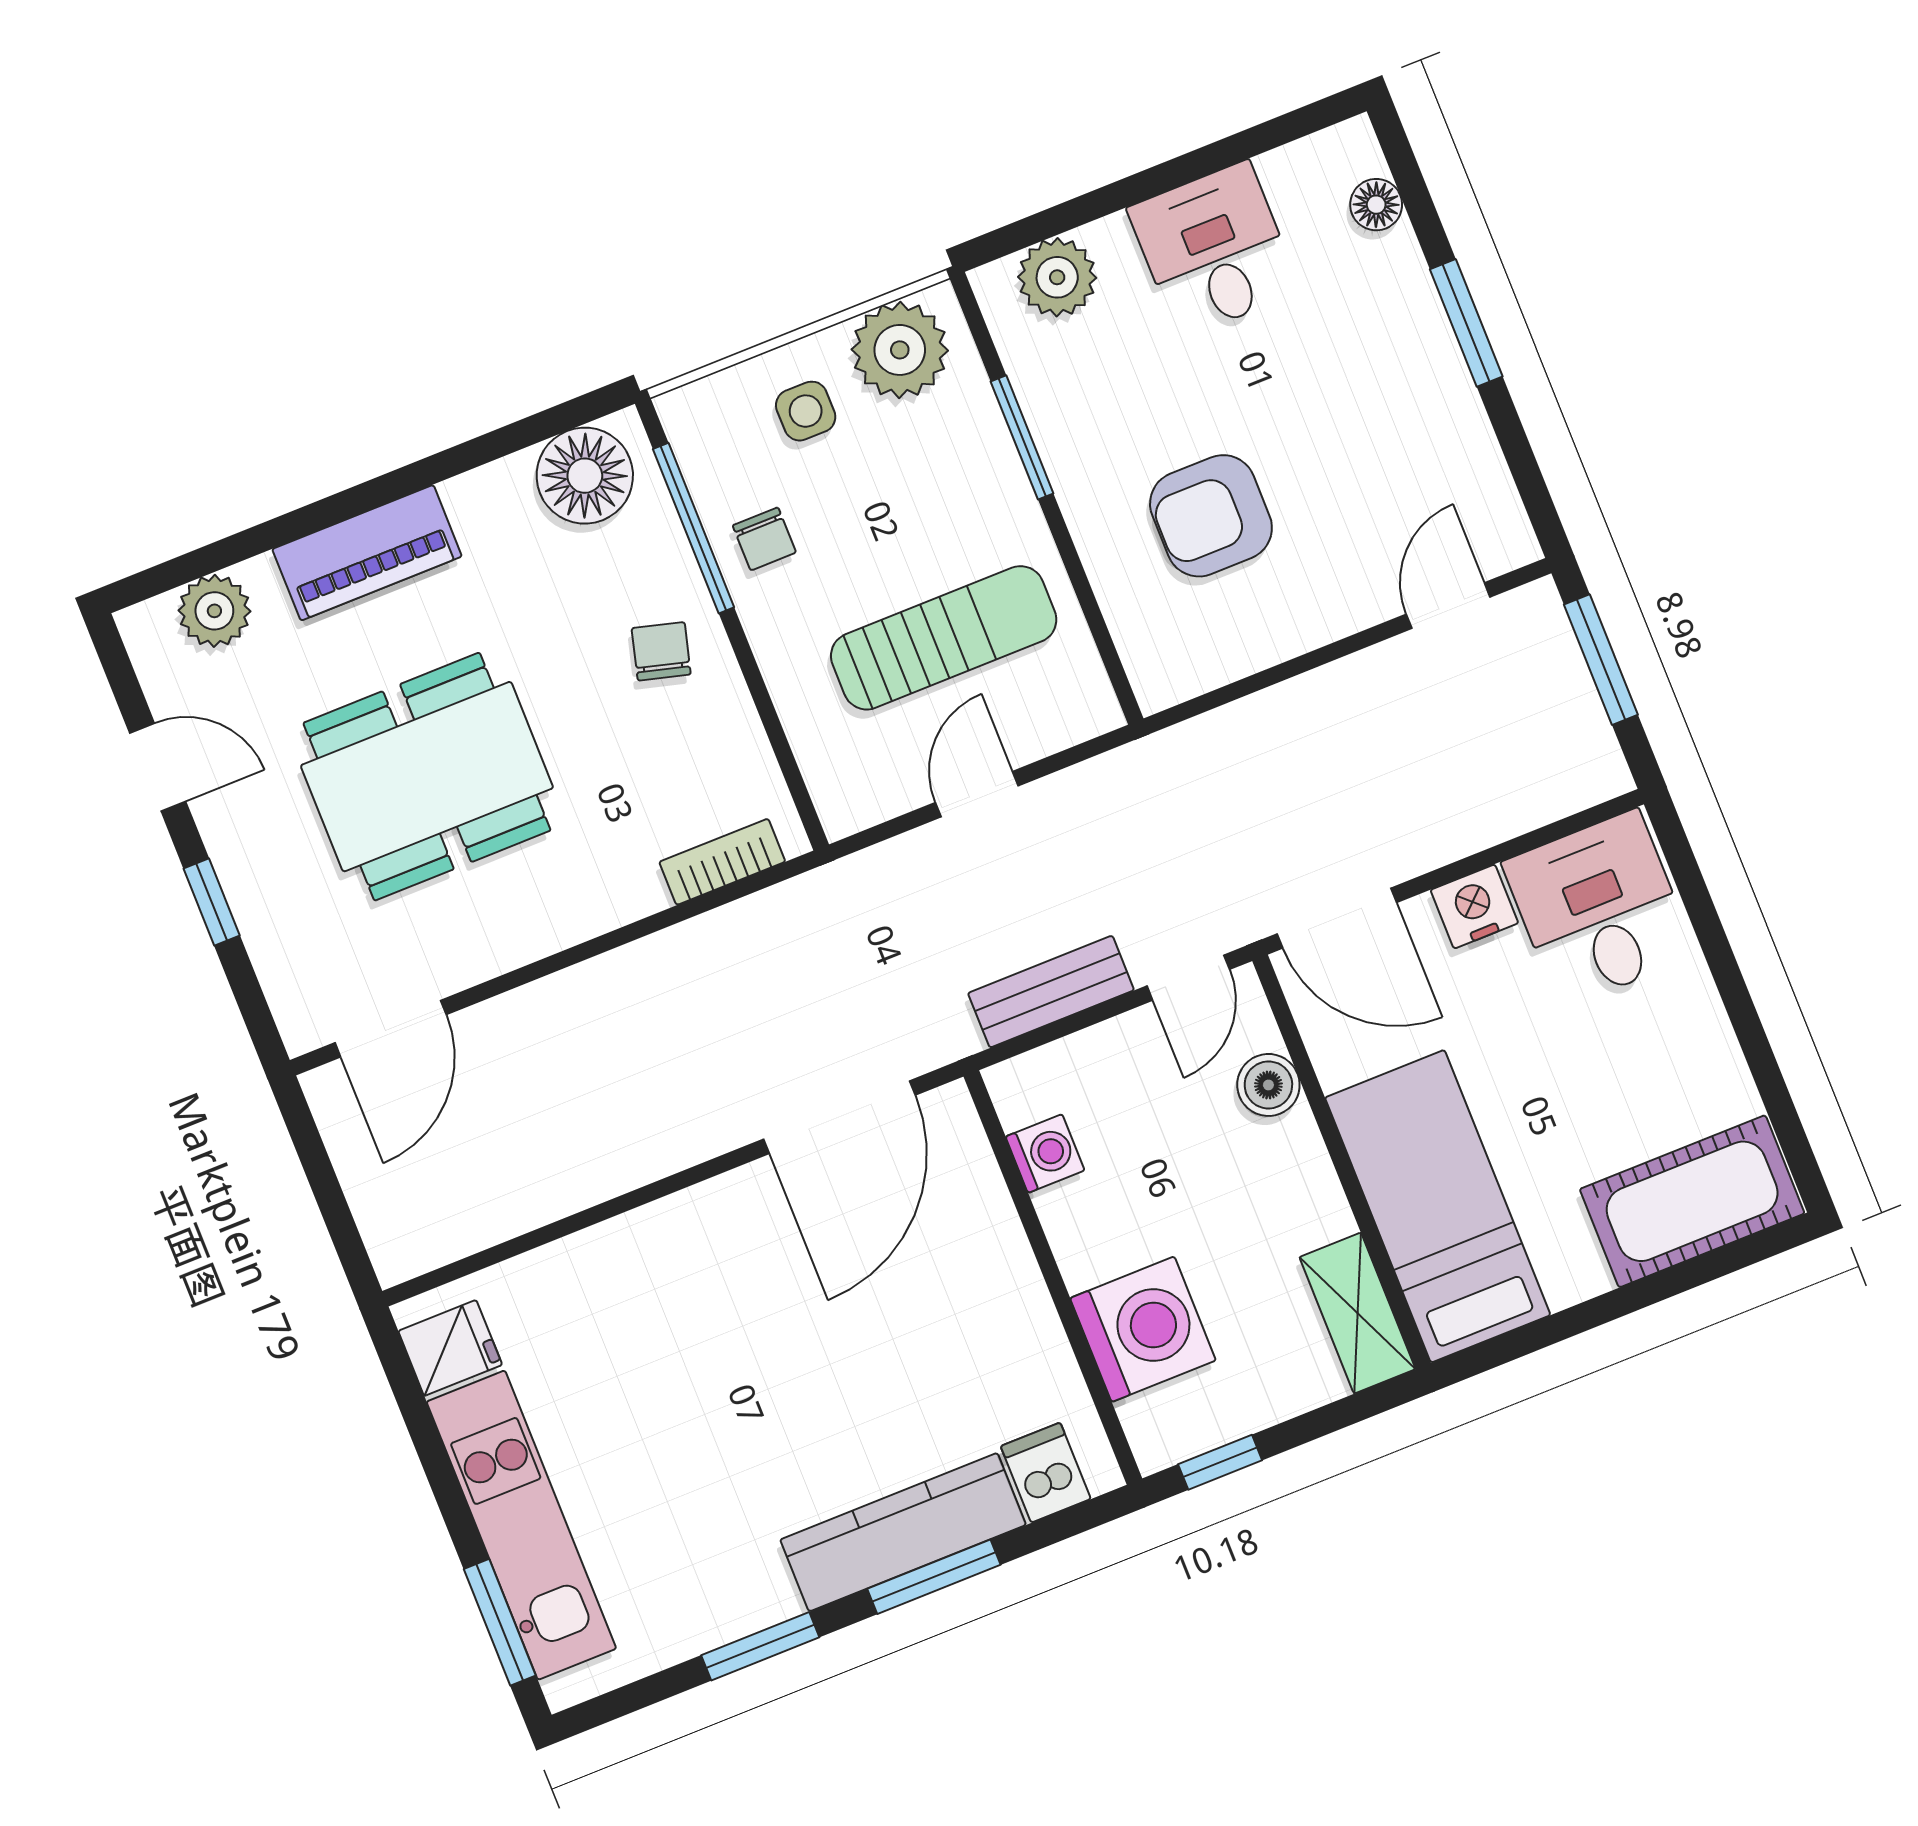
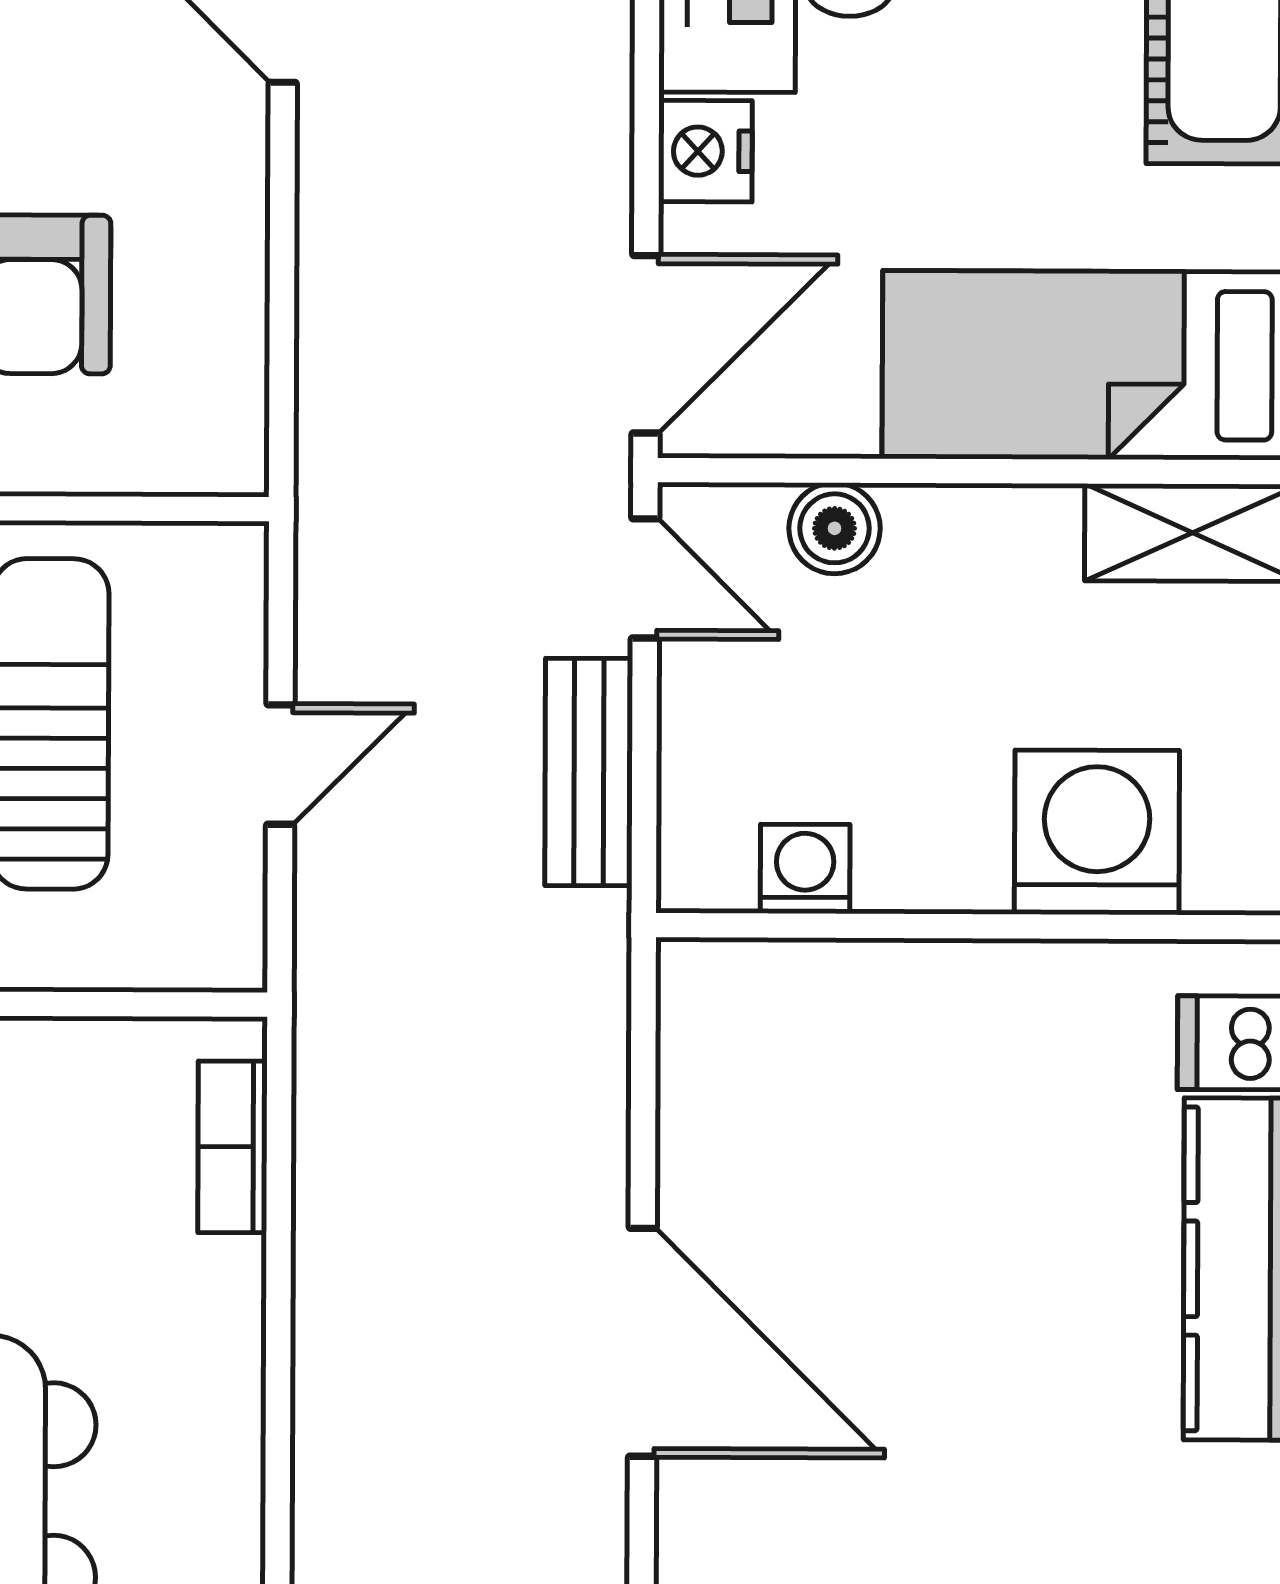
door: (977, 794) -> (280, 764), swing flipped
door: (839, 1117) -> (642, 1342), moved

